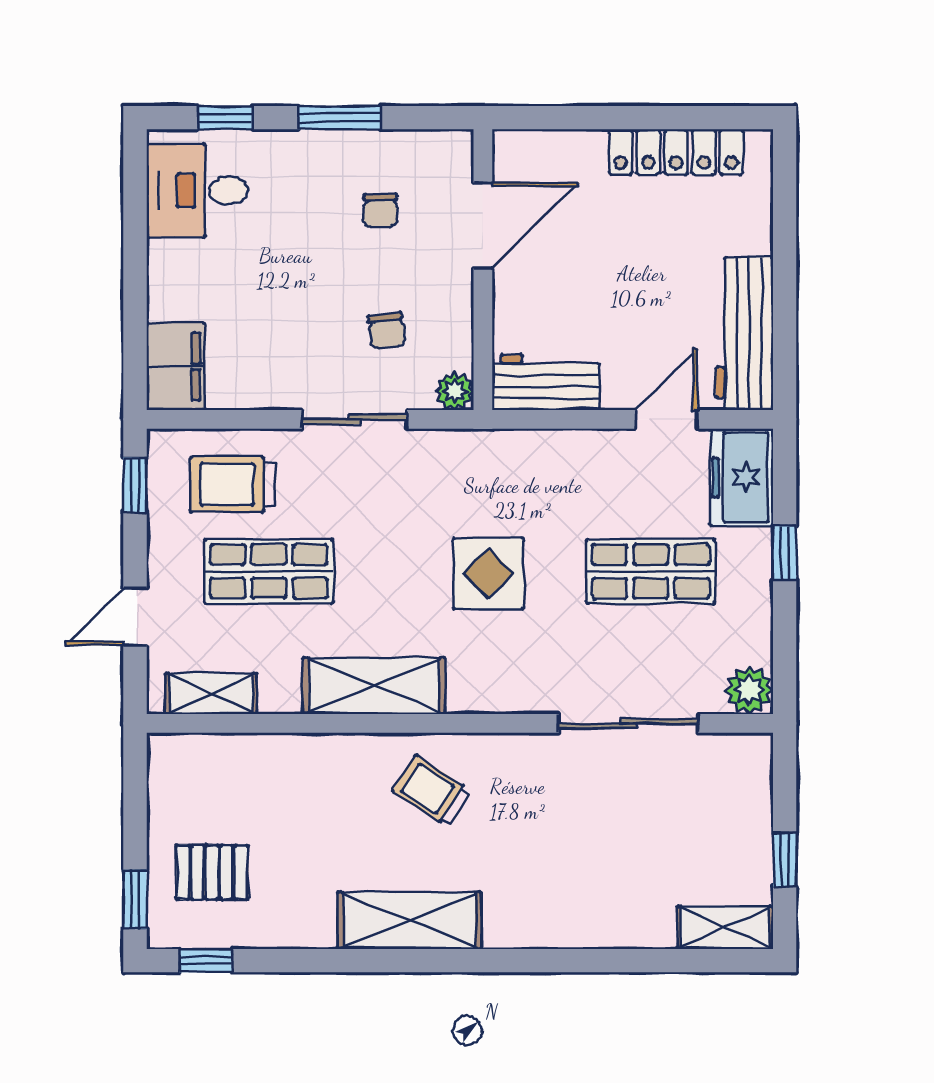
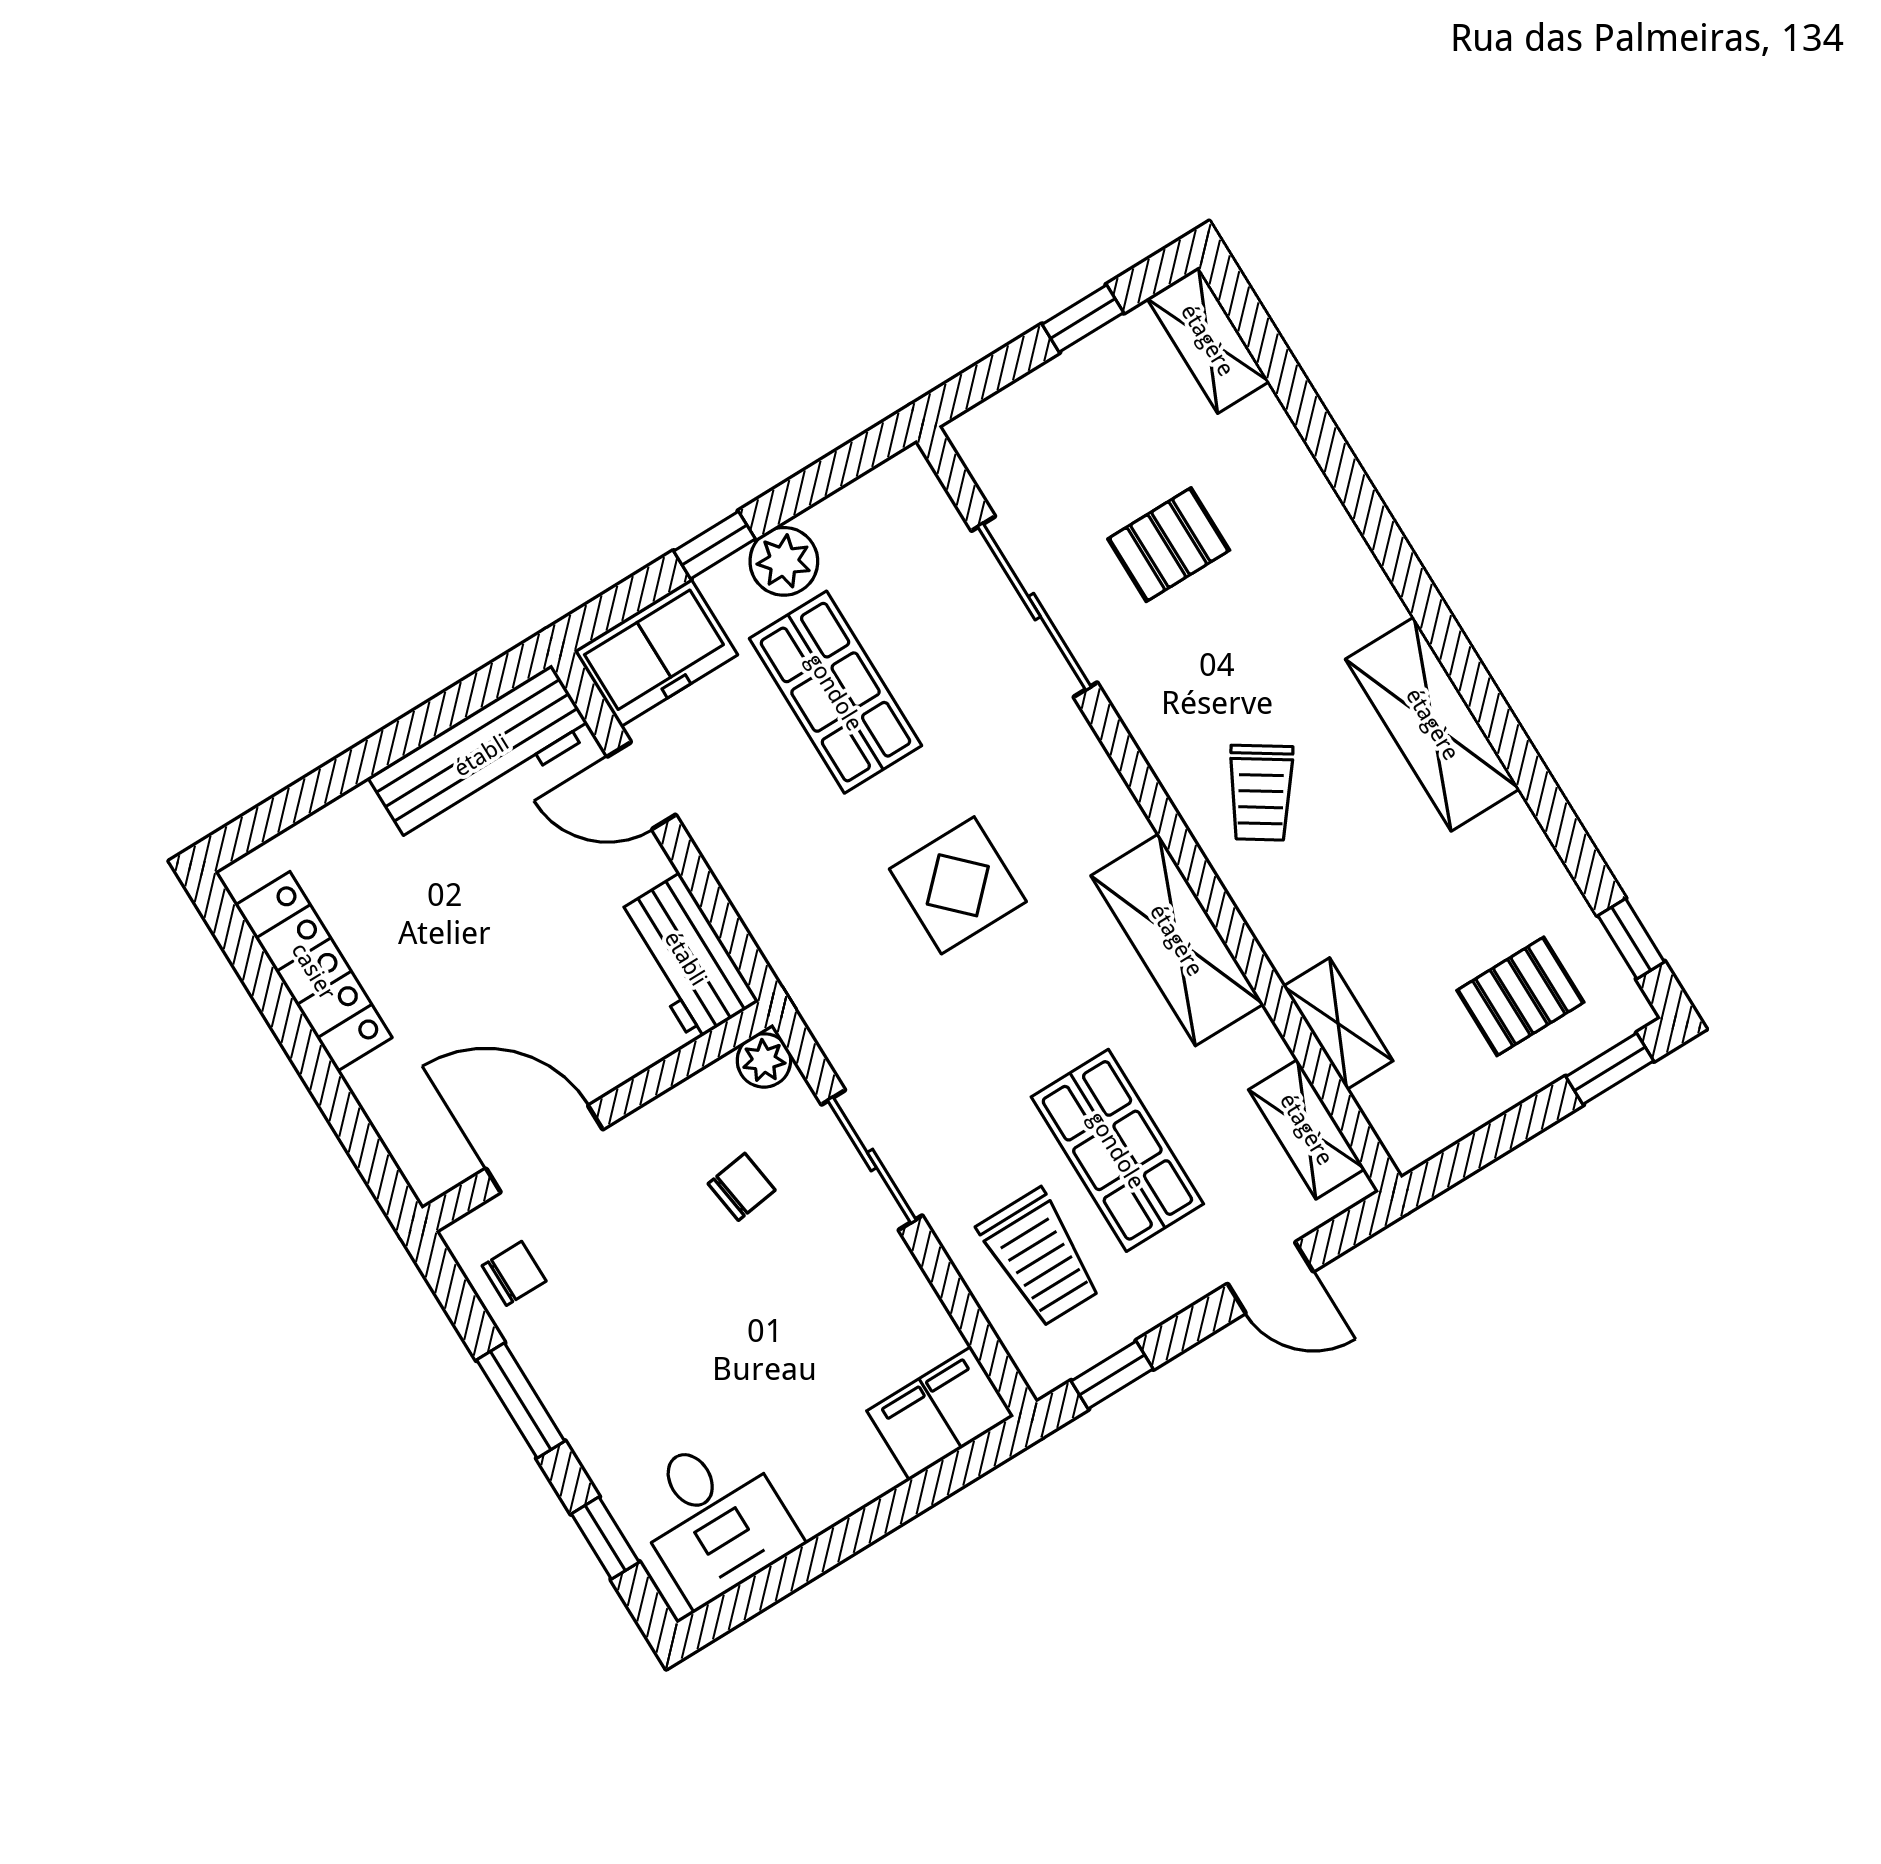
chair: (380, 210) -> (514, 1273), moved
plant: (749, 690) -> (784, 561), moved
shelving: (263, 752) -> (1338, 1024), added
pallet: (616, 828) -> (1169, 545), added
pallet: (212, 872) -> (1520, 996), turned 90

